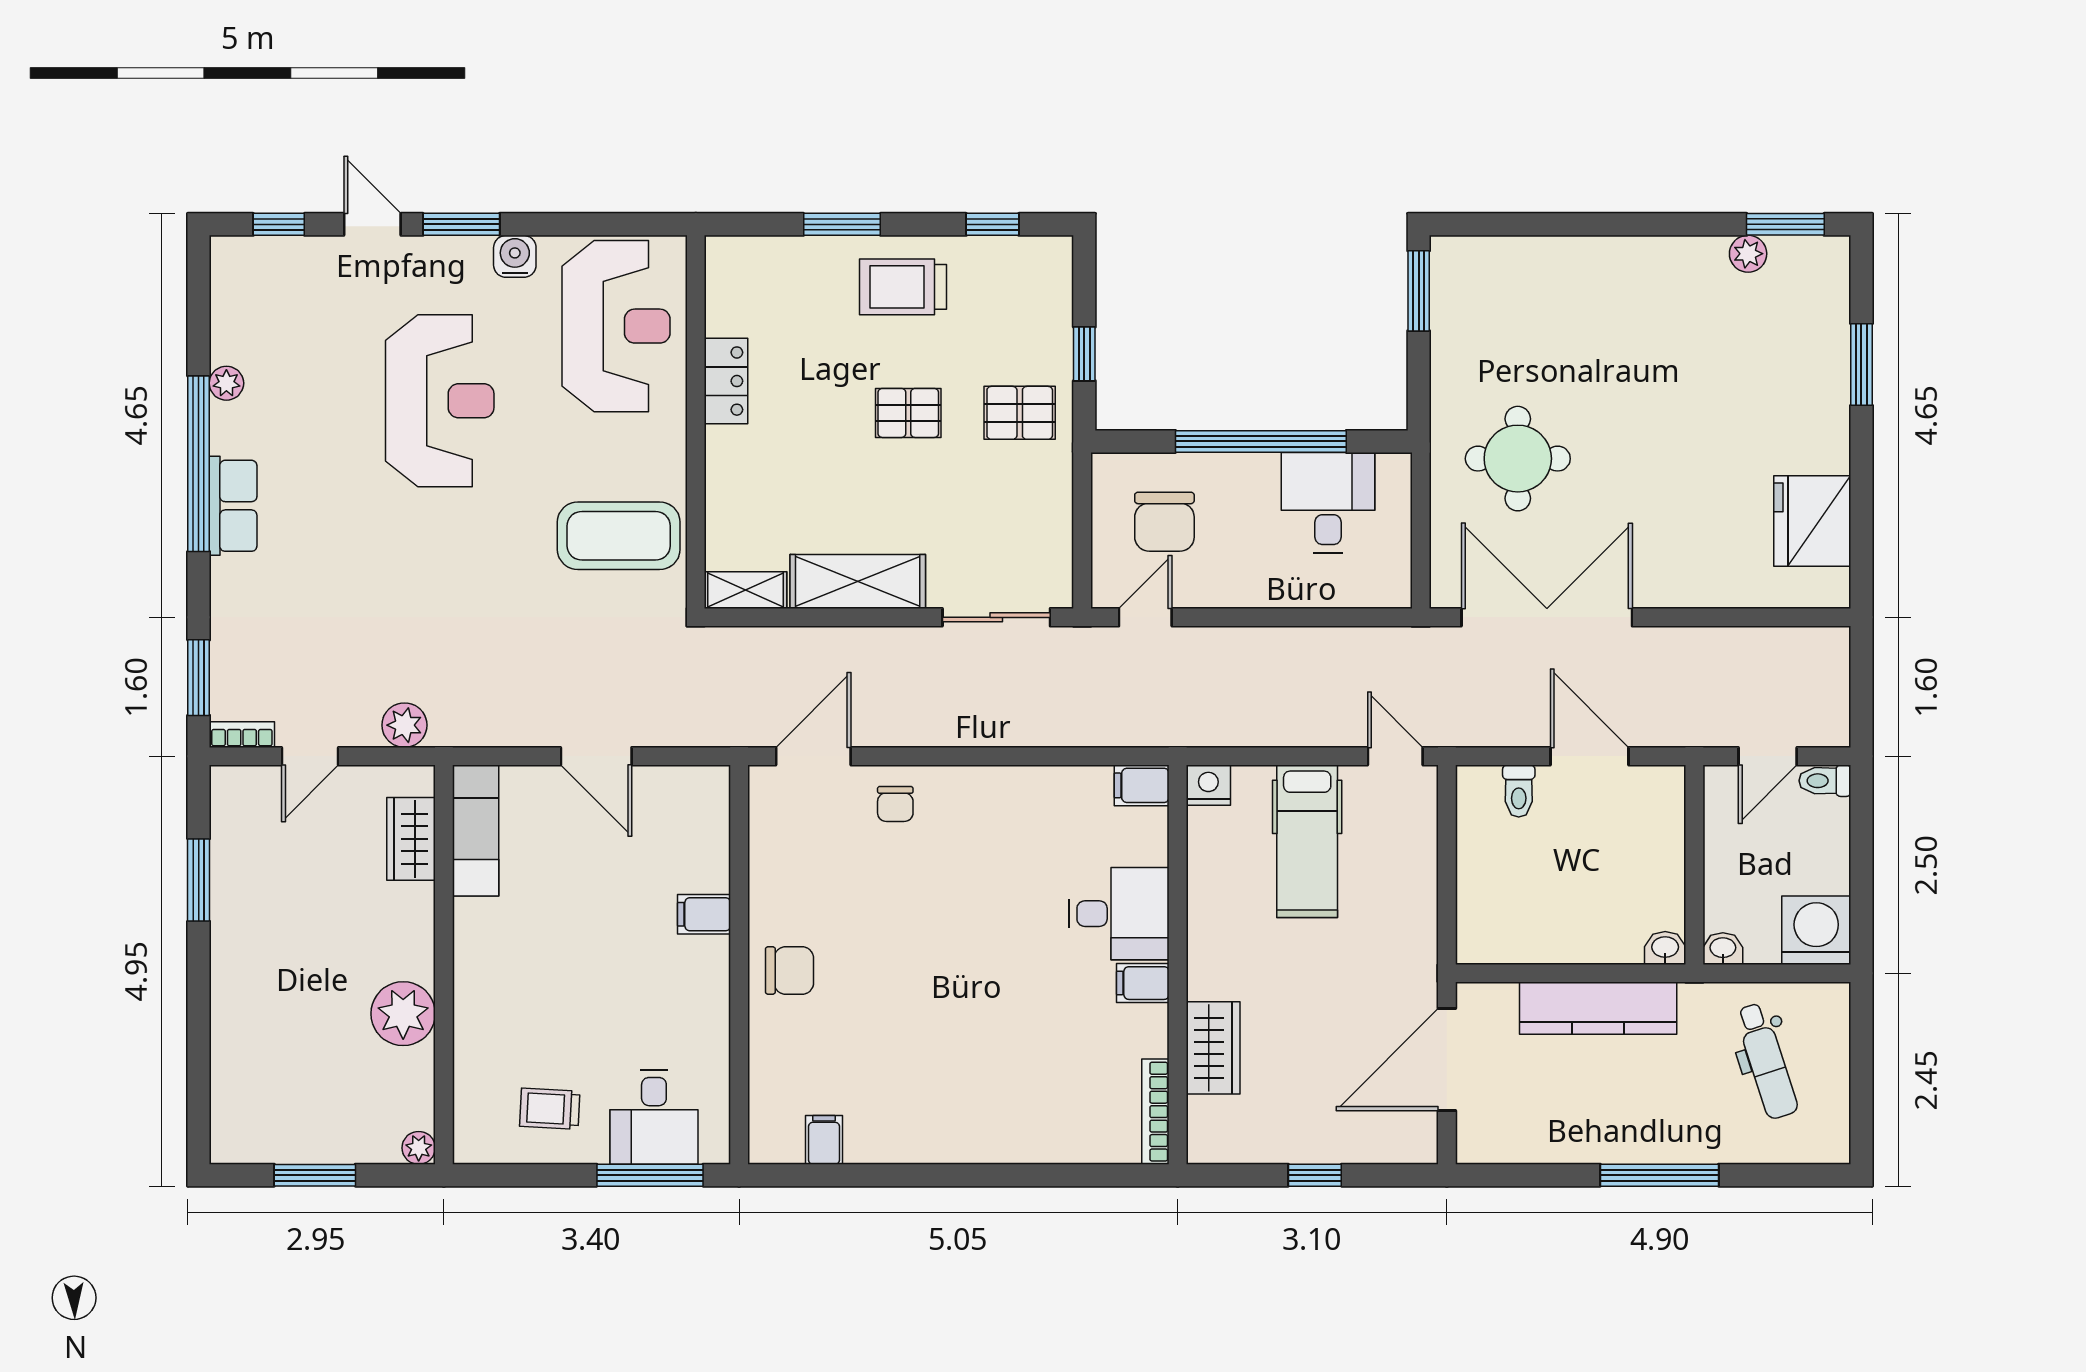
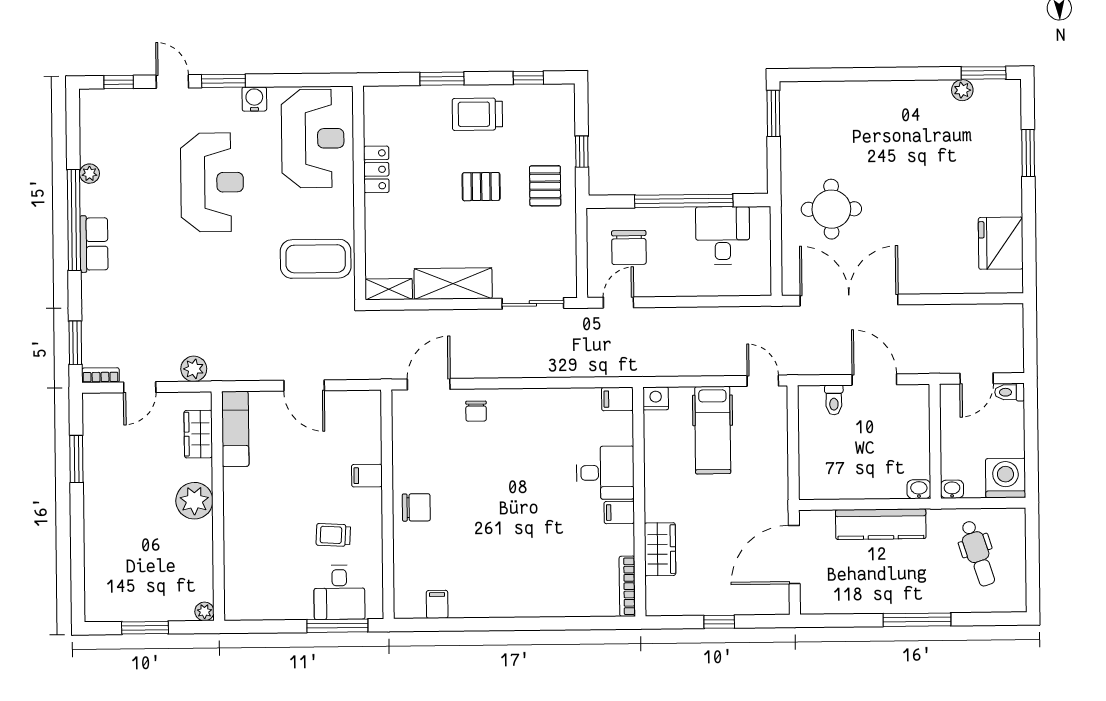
pallet: (1020, 413) -> (545, 186), turned 90
plant: (403, 1014) -> (194, 501), moved
trolley: (550, 1109) -> (333, 535), moved

